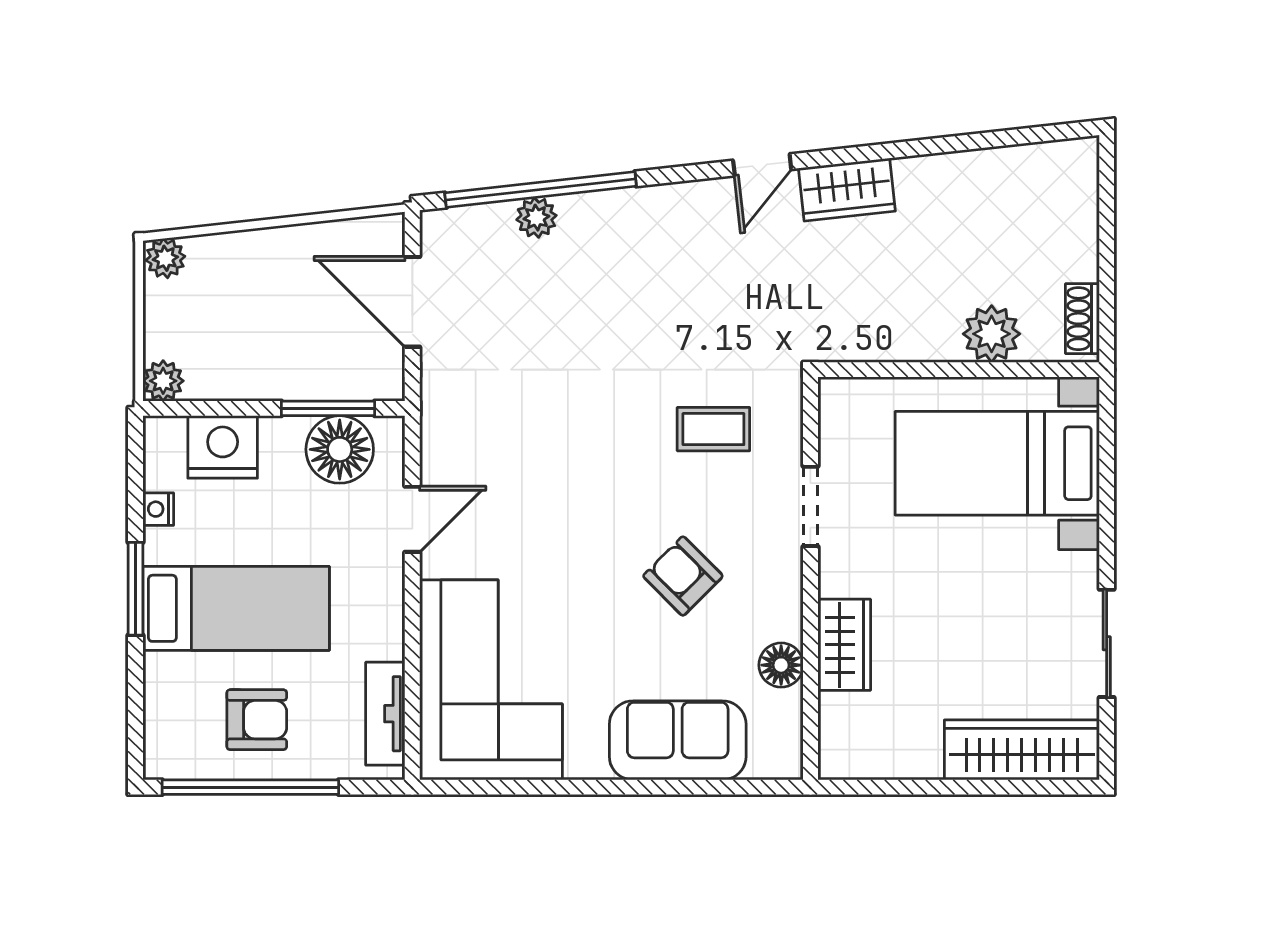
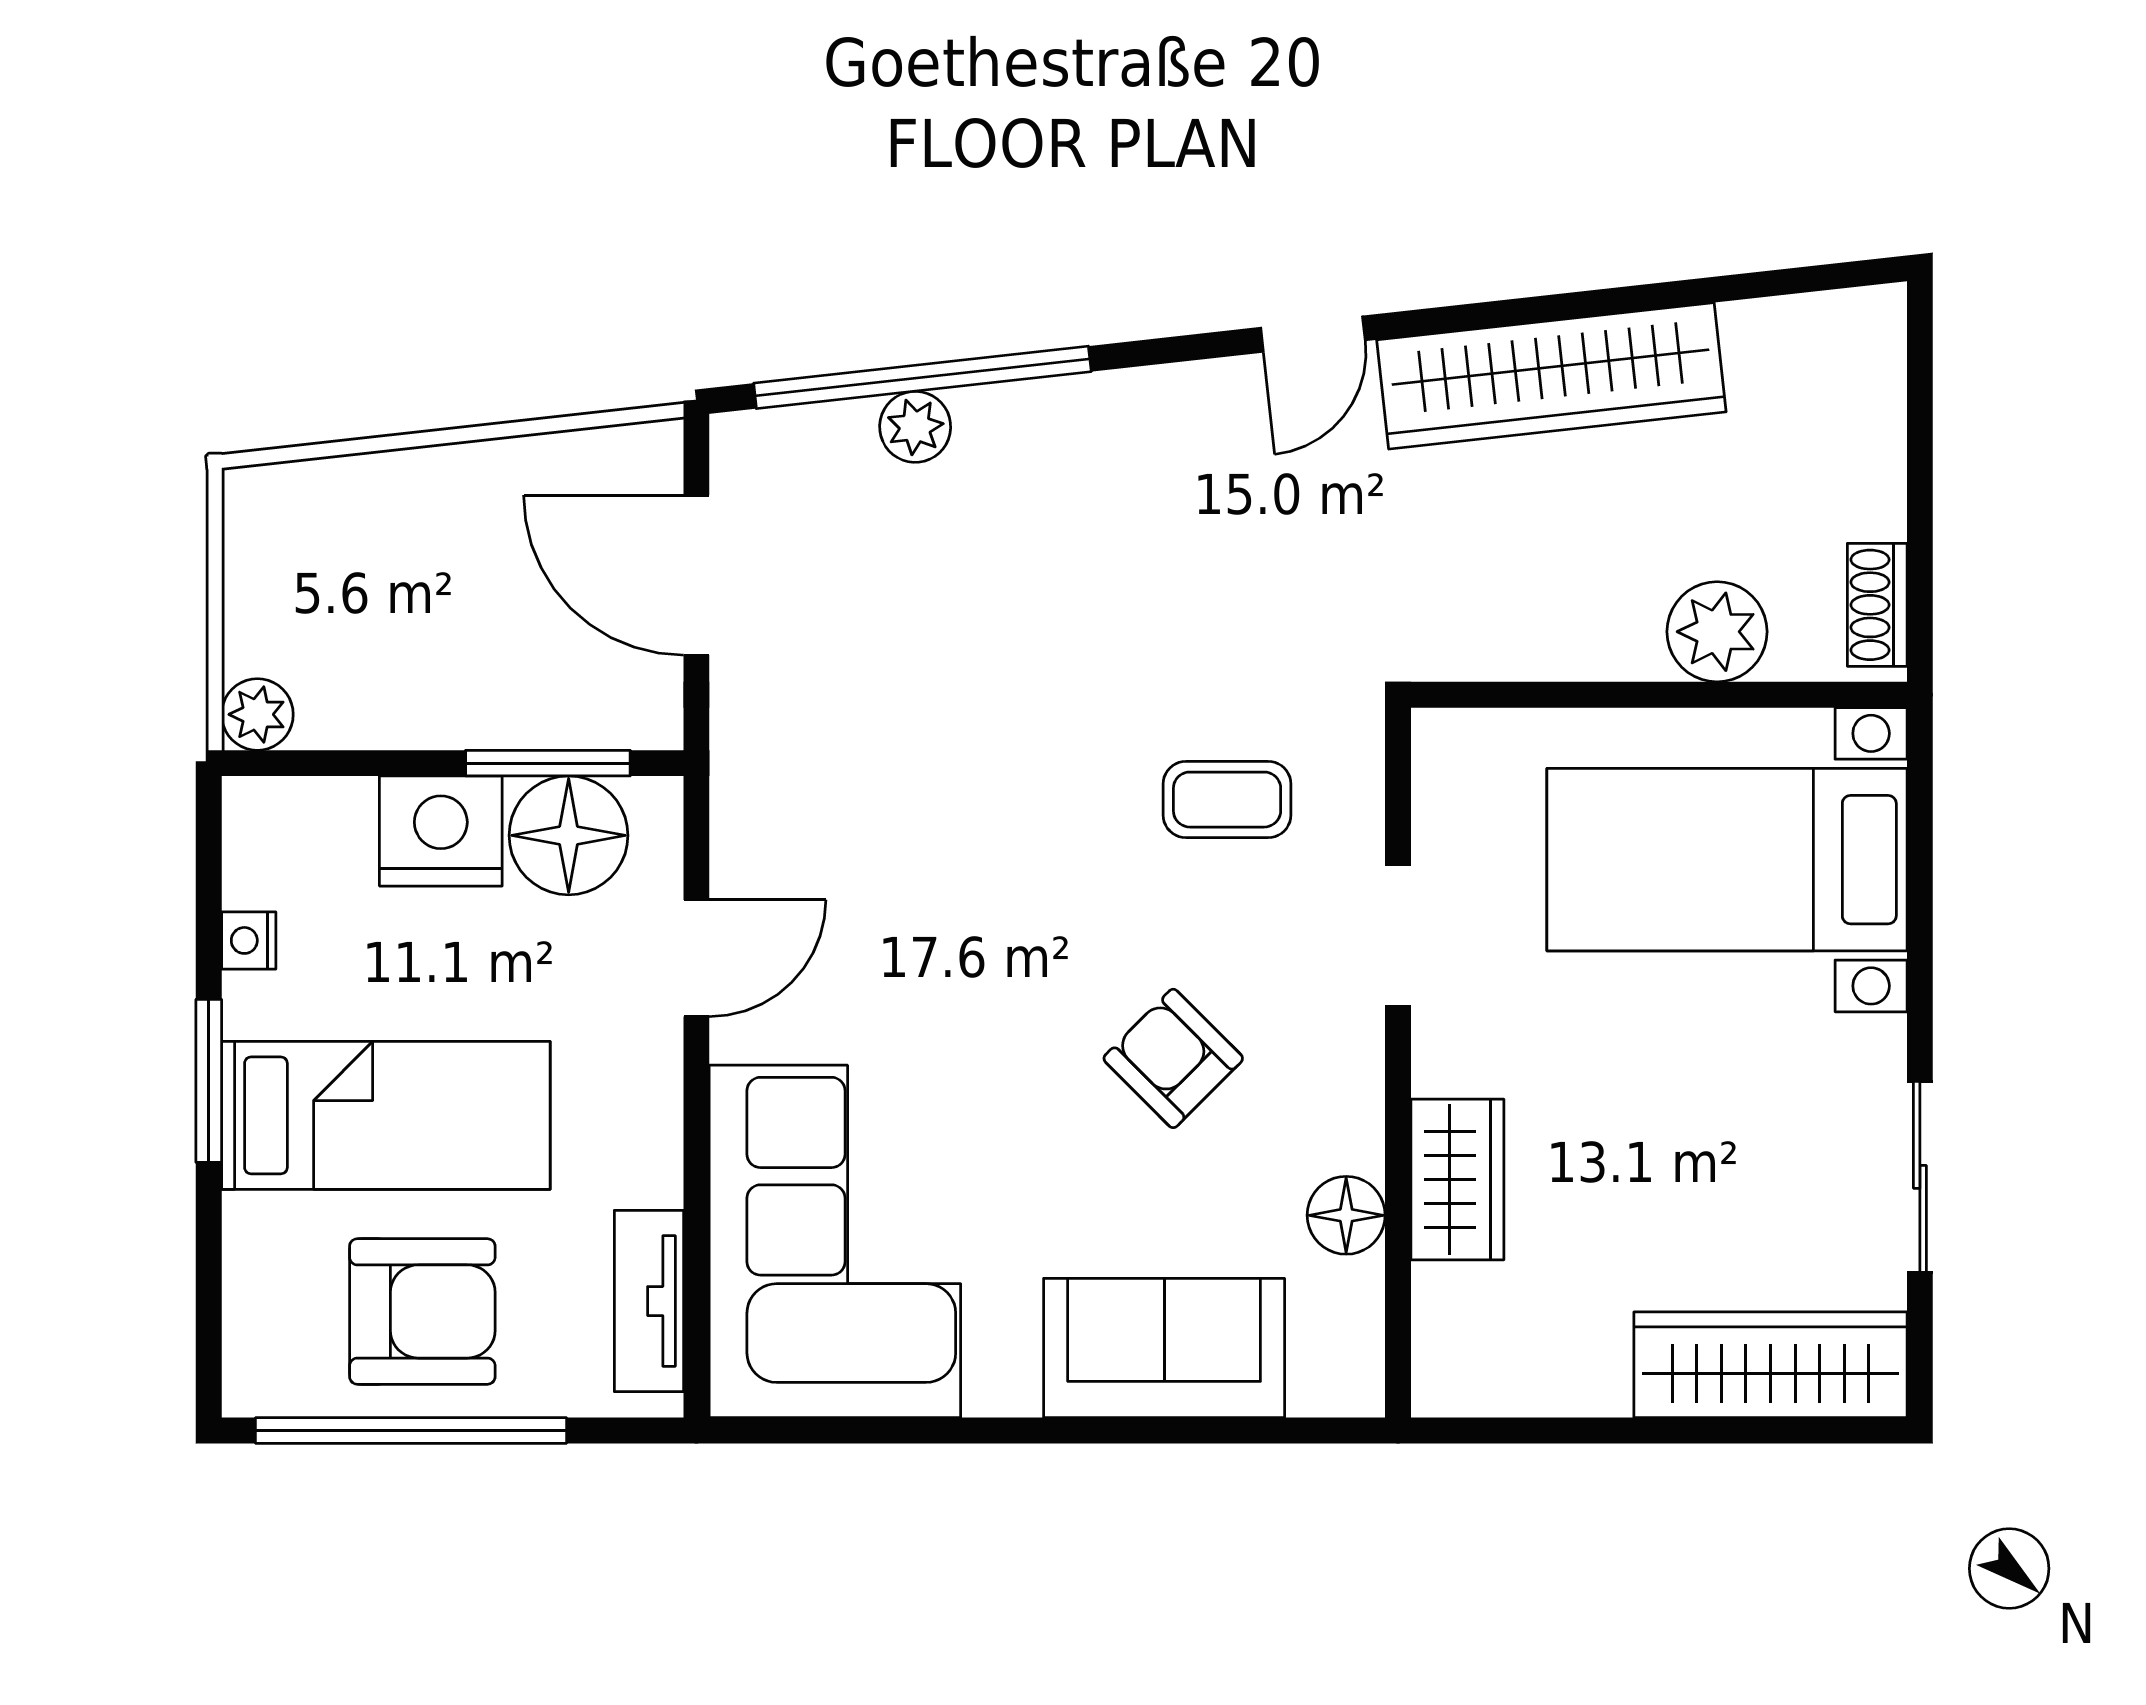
wardrobe: (847, 190) -> (1551, 376), width x2.10, depth x1.17
plant: (165, 258) -> (261, 499), removed
nightstand: (223, 447) -> (441, 831), moved
armchair: (257, 720) -> (422, 1311), width x1.38, depth x1.38

